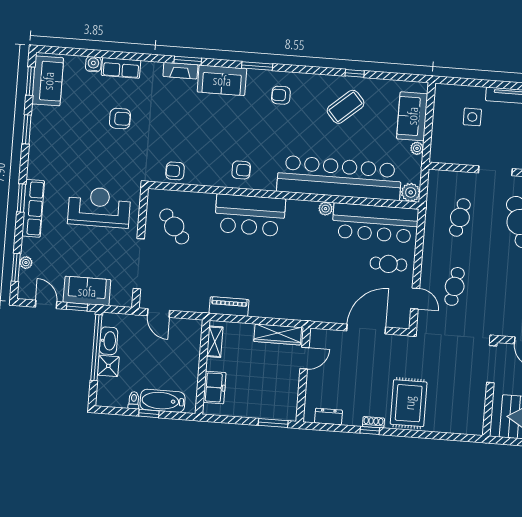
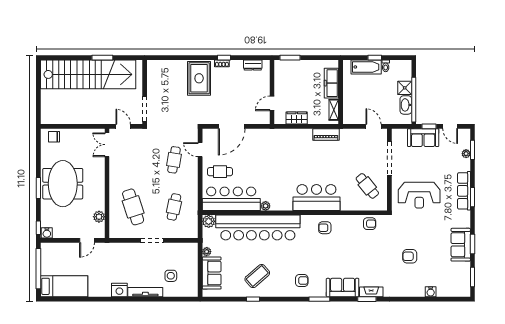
row of seats: (121, 68) -> (412, 291), removed
sofa: (48, 81) -> (461, 245), moved
wardrobe: (278, 334) -> (297, 118), width x0.67
freezer: (215, 387) -> (331, 83), width x1.40

